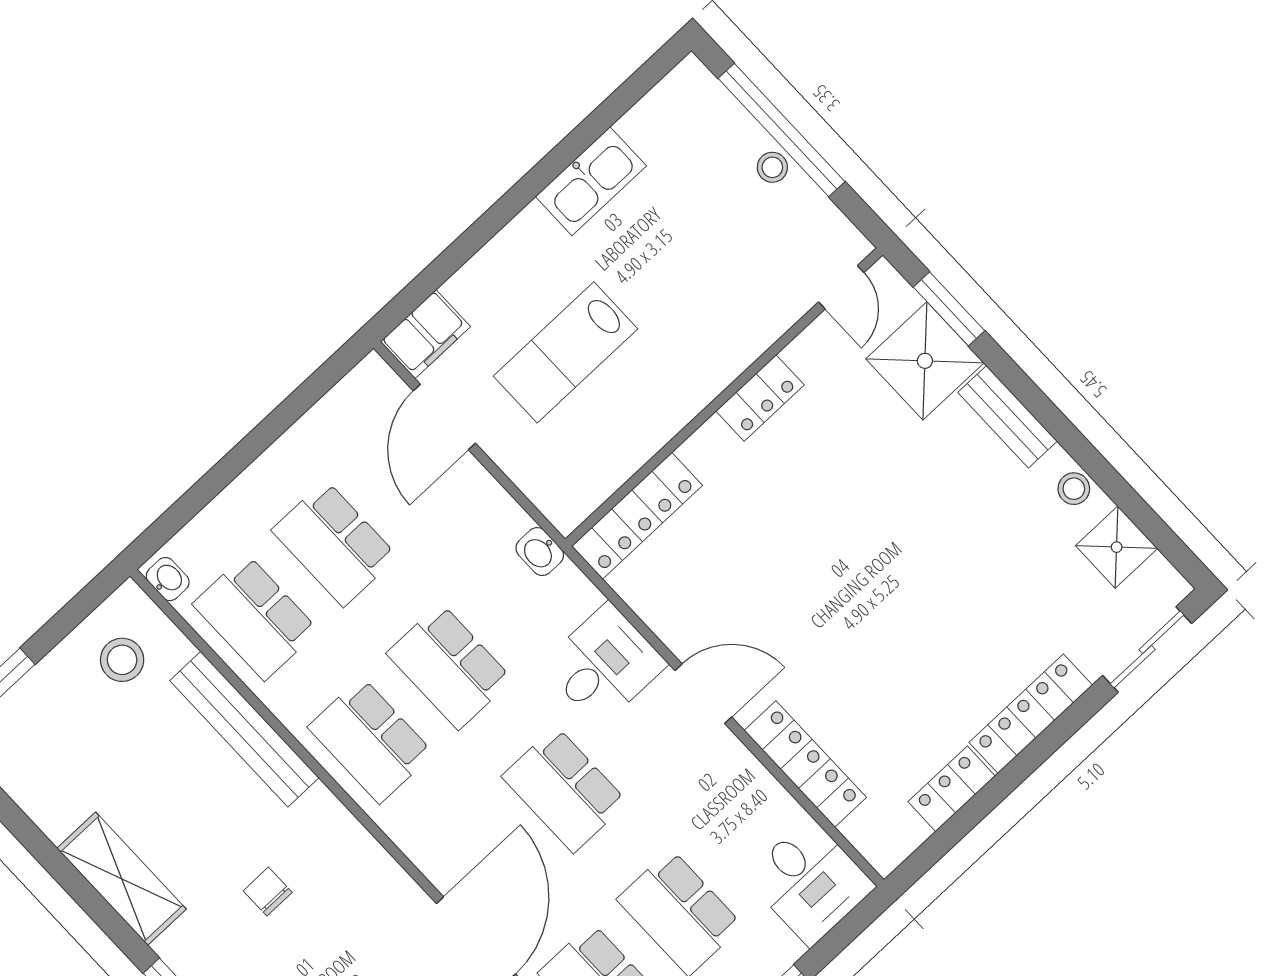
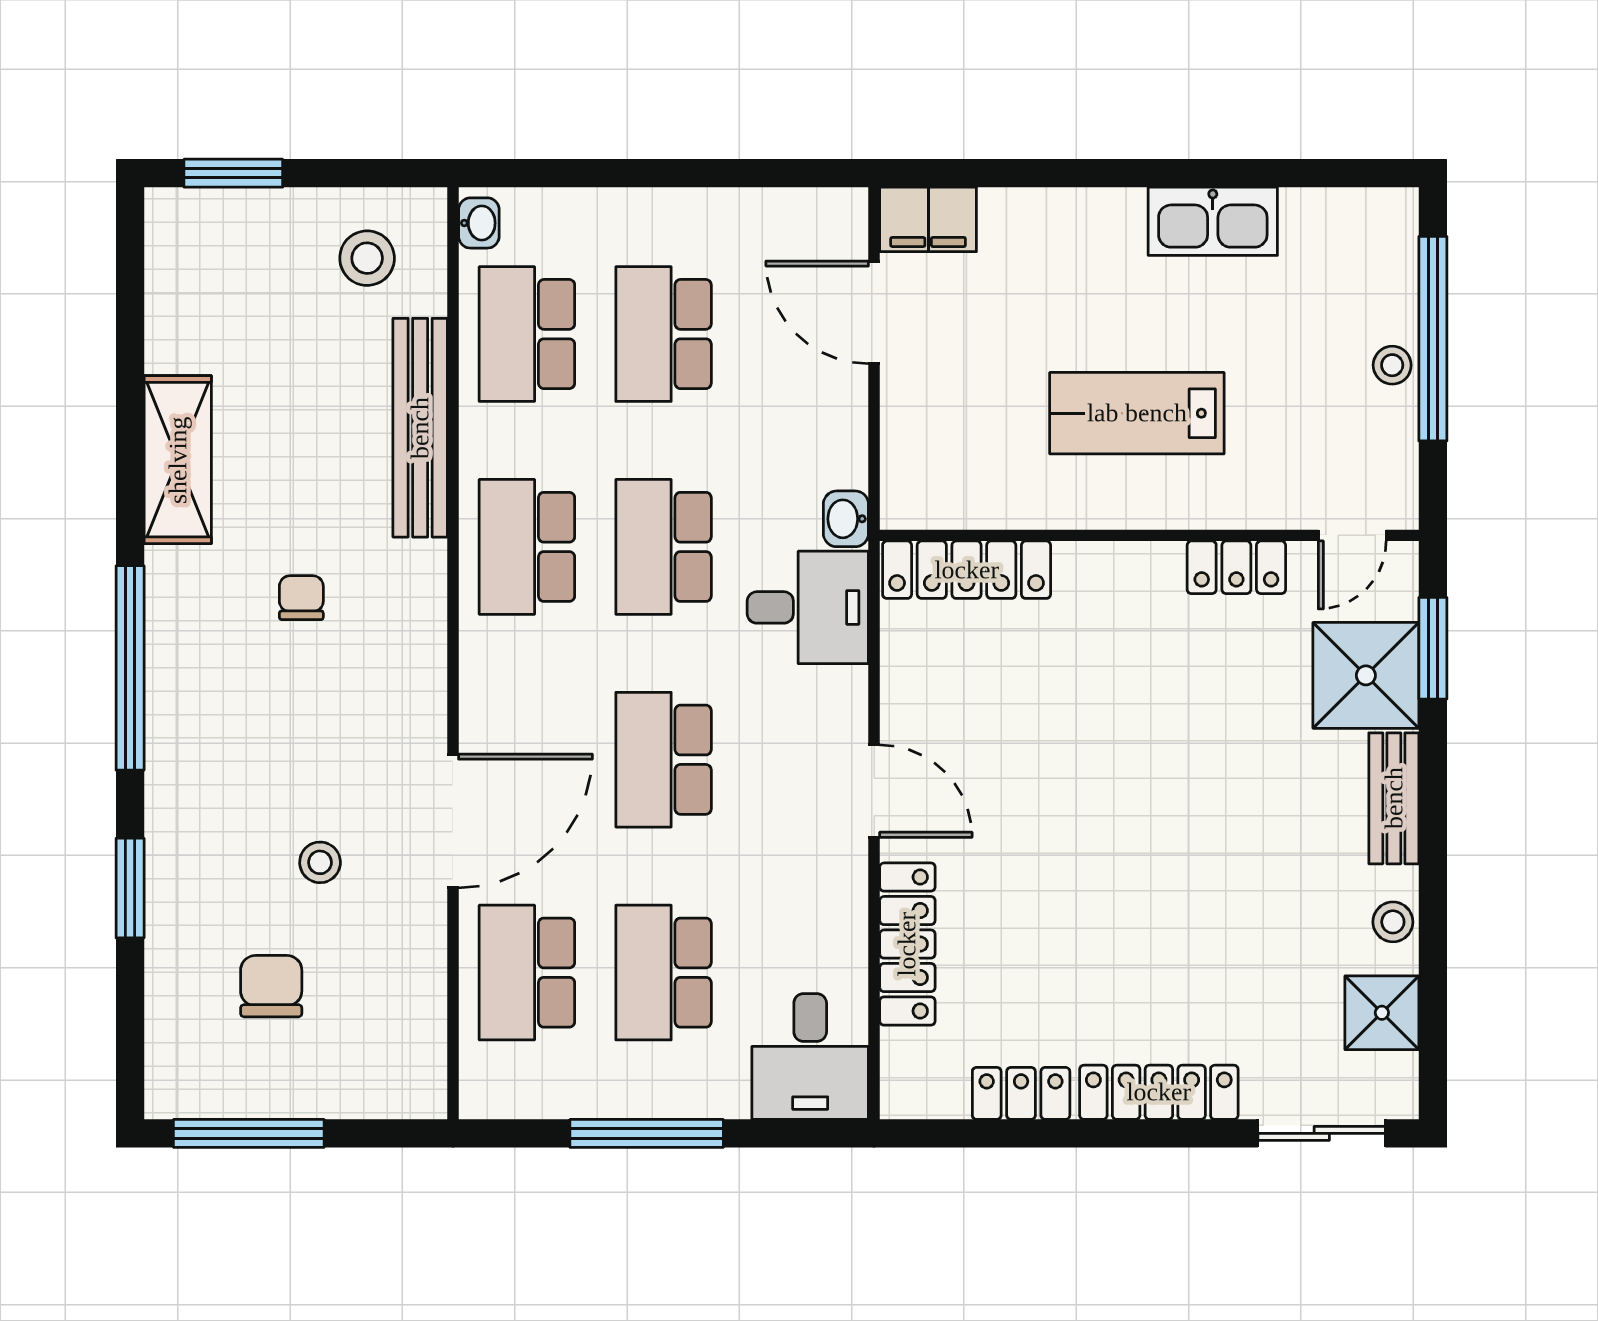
lab bench: (566, 352) -> (1137, 413), moved
locker: (760, 398) -> (1236, 567), moved
door: (444, 417) -> (874, 312), hinge flipped
desk: (604, 664) -> (808, 607), moved

